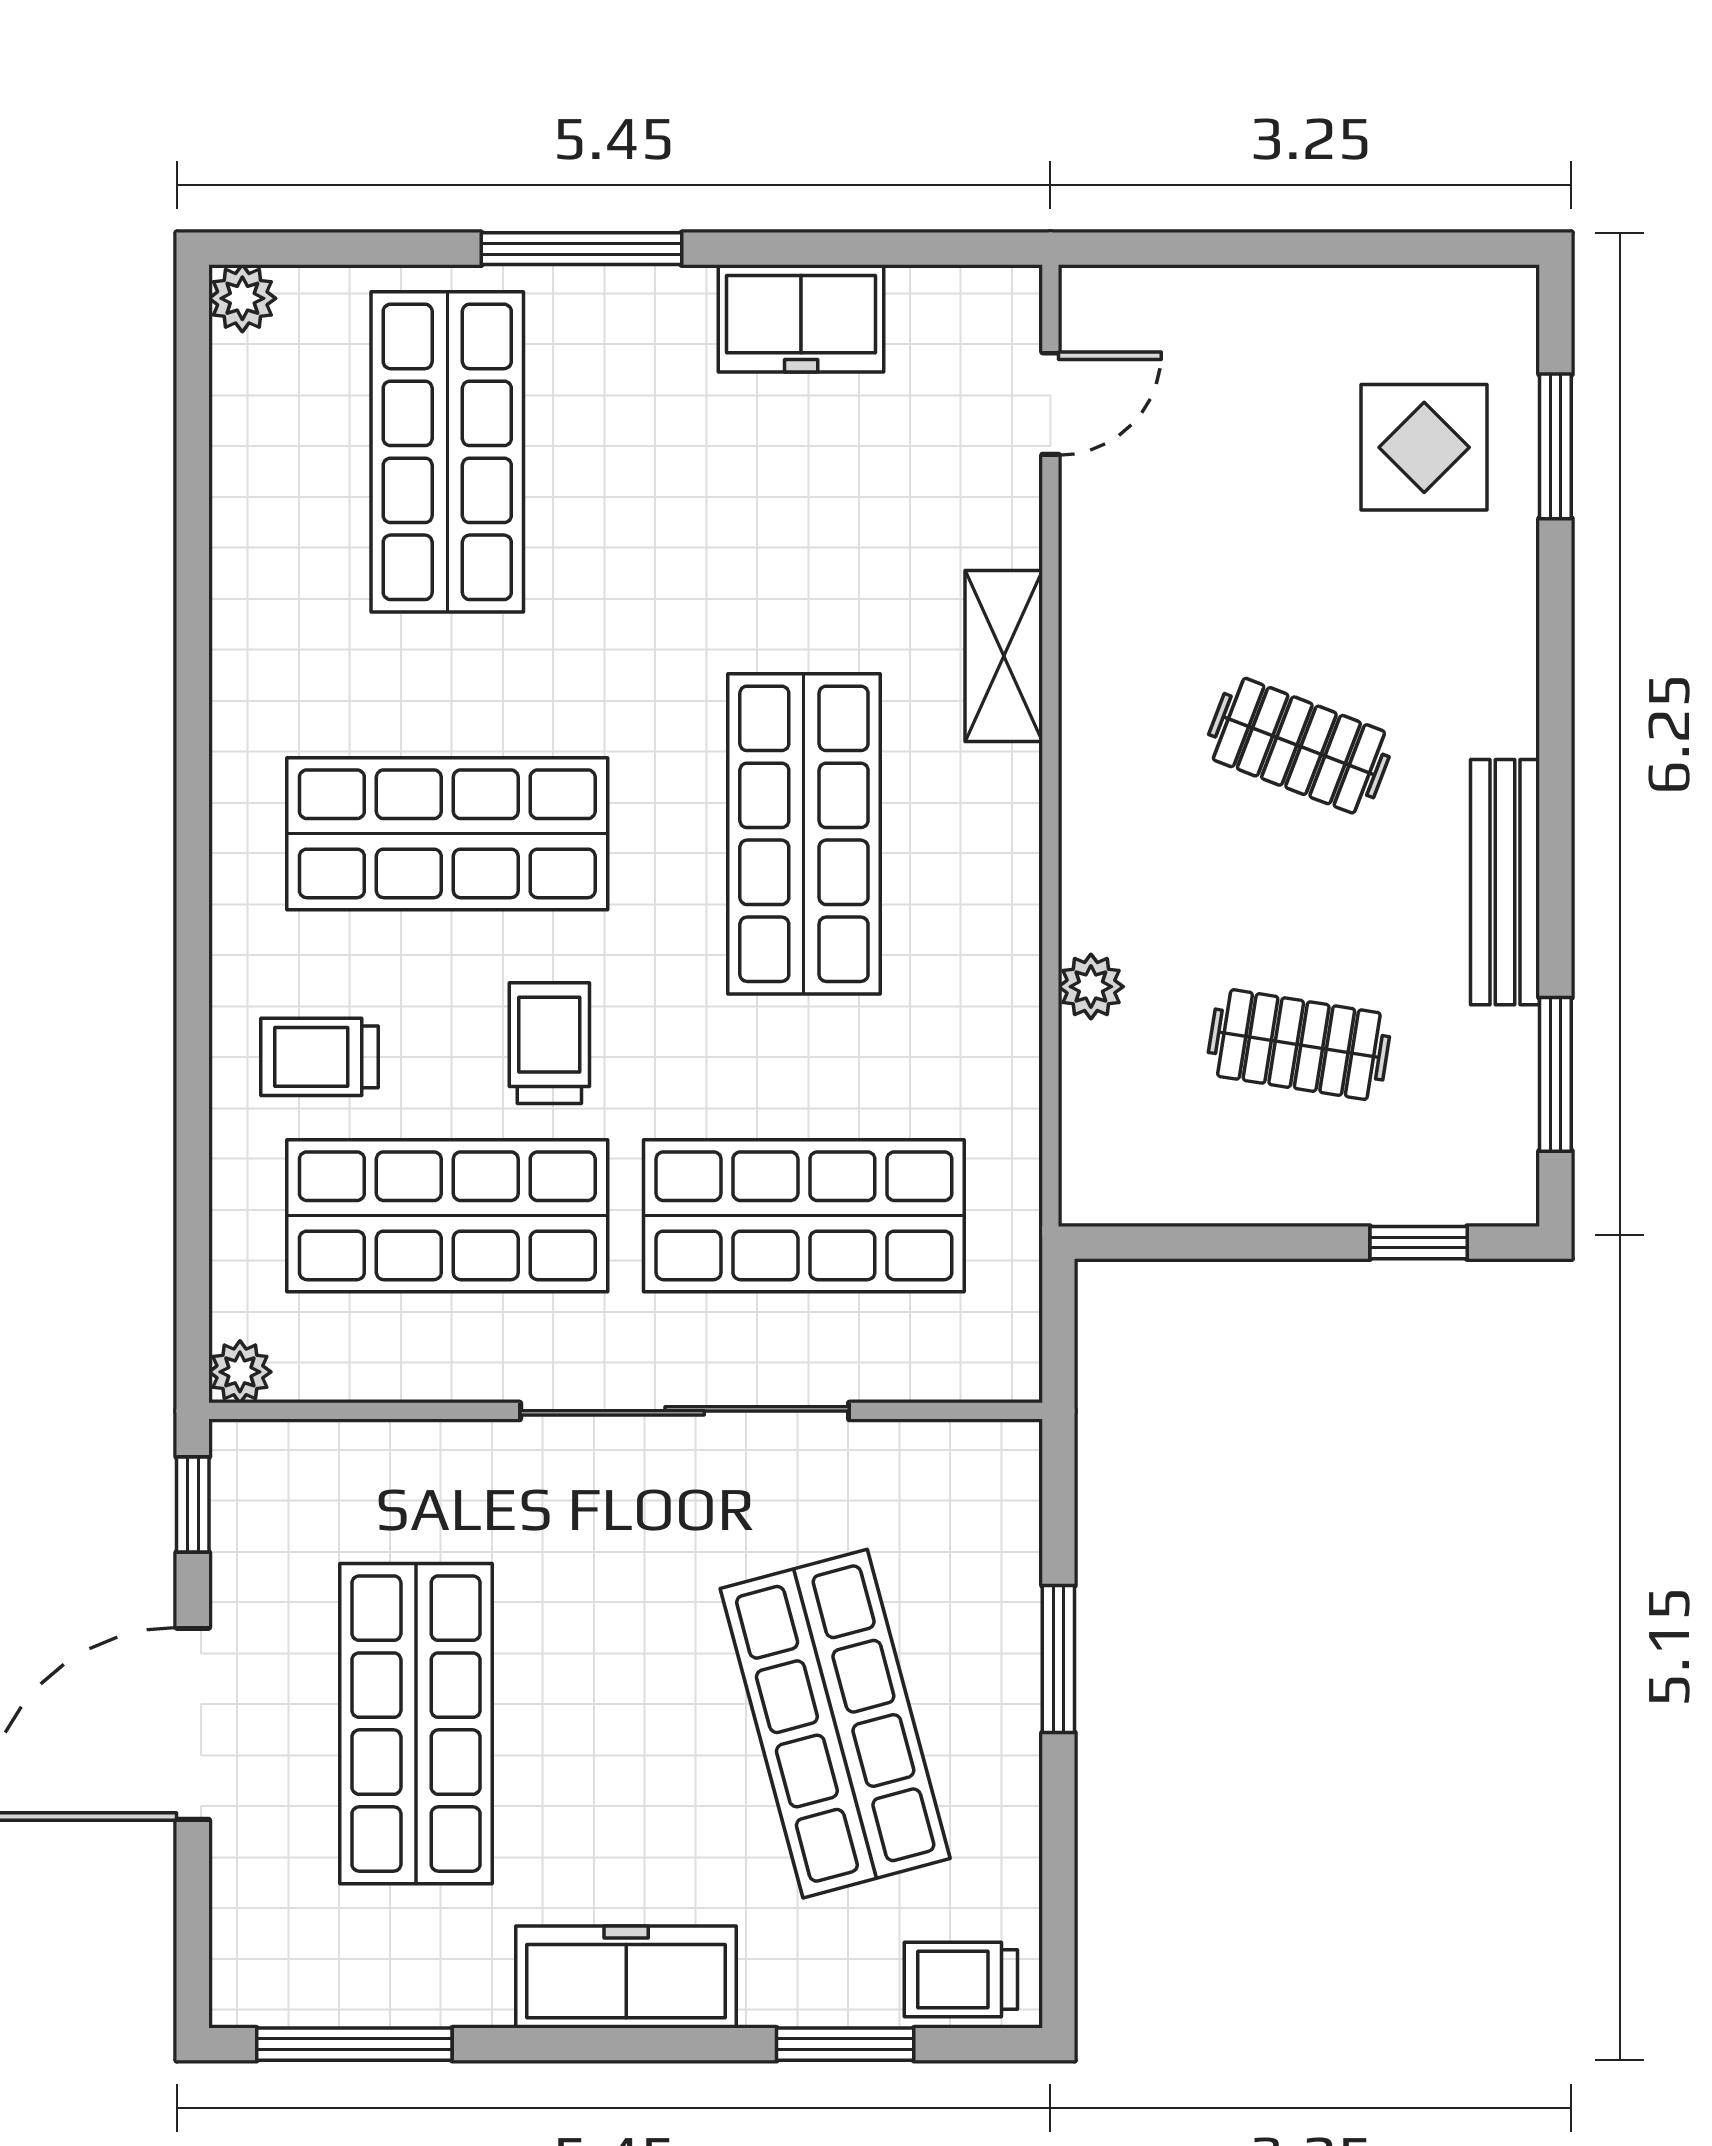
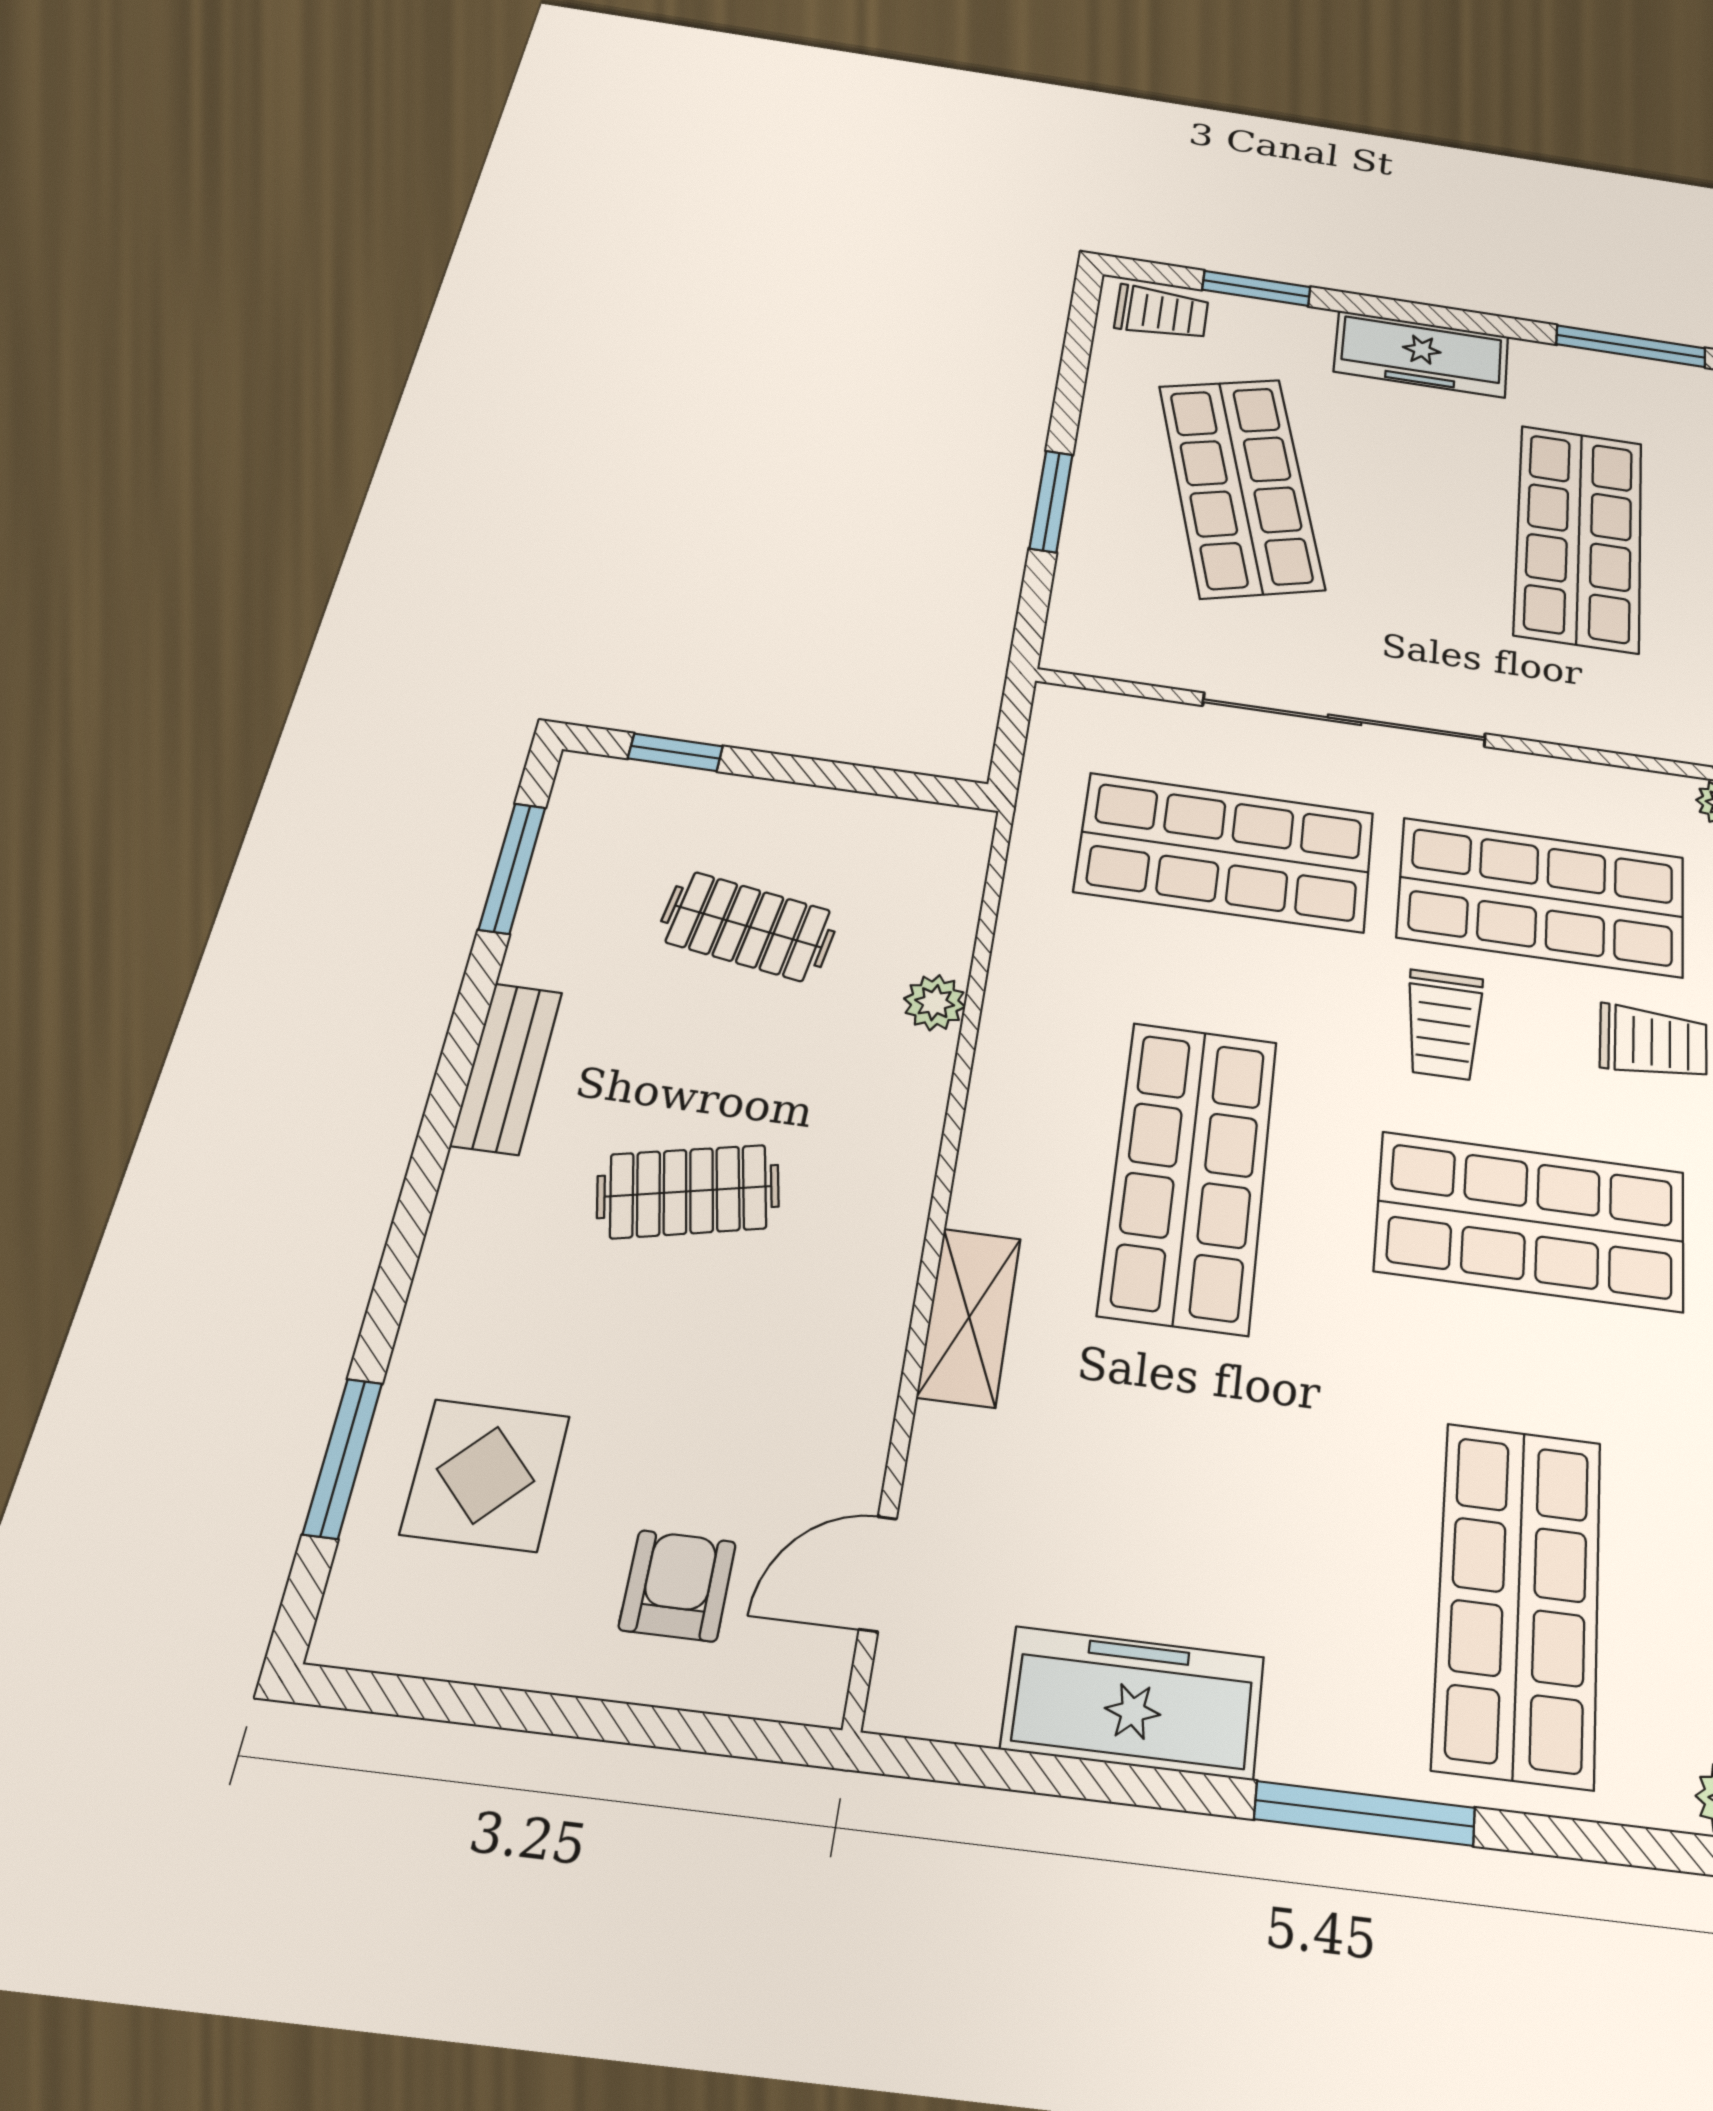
freezer: (801, 318) -> (1133, 1703), width x1.40
armchair: (1229, 371) -> (678, 1586), added
clothes rail: (1299, 746) -> (688, 1191), turned -33
bench: (1505, 882) -> (507, 1068), width x0.73

